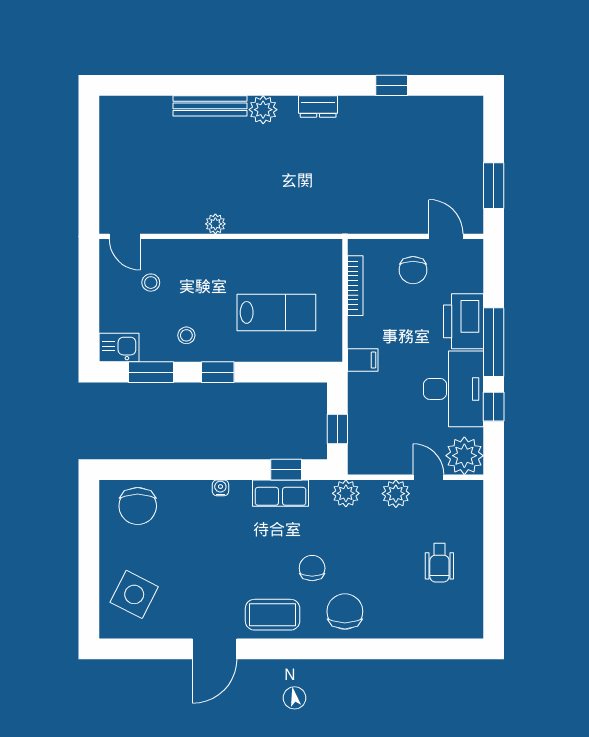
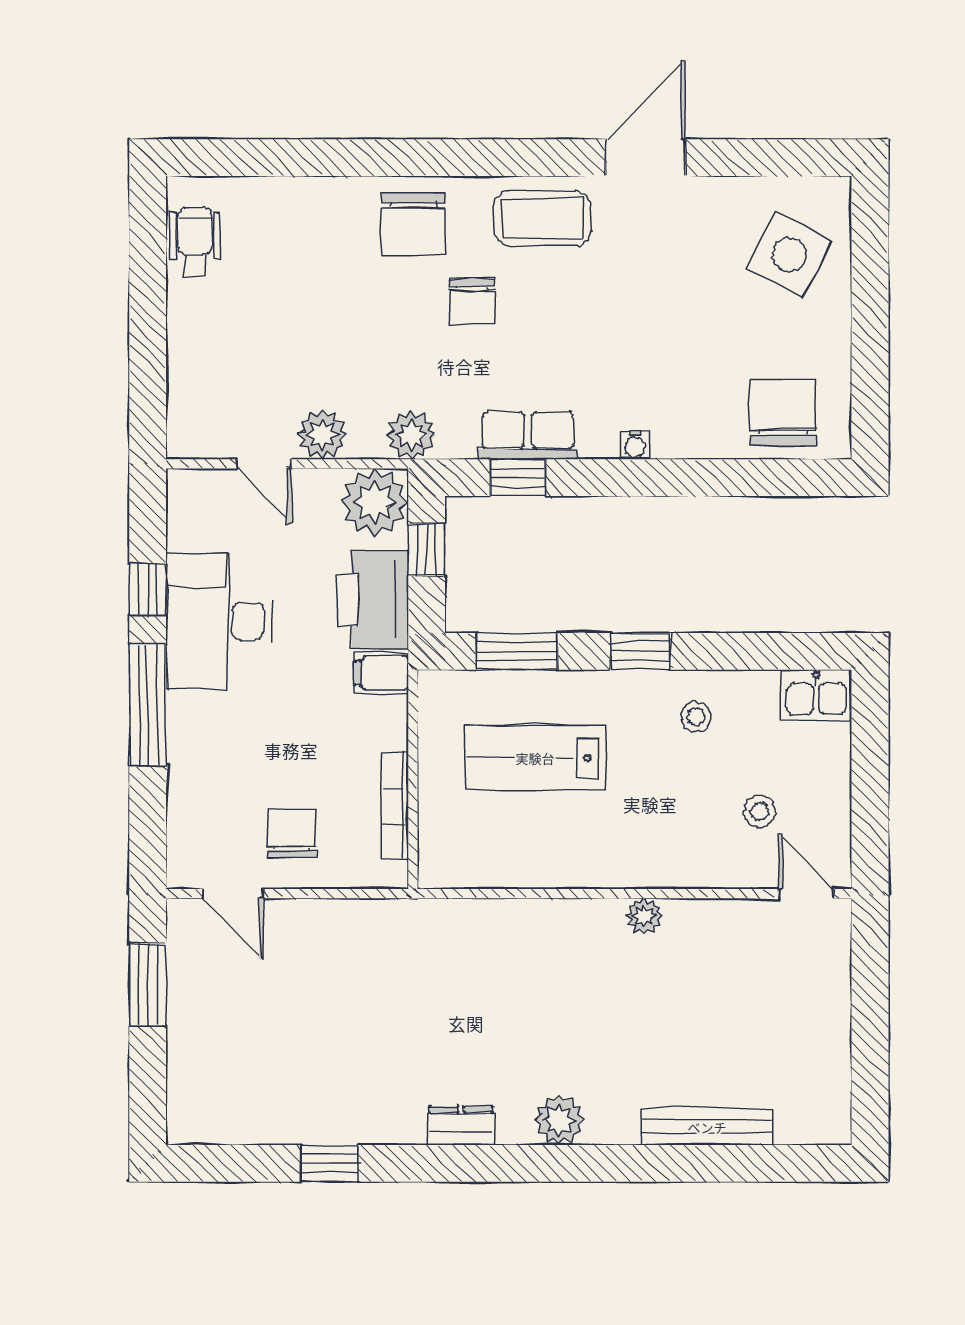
bench: (210, 106) -> (707, 1127), moved
printer: (464, 321) -> (373, 600), moved, turned 180
window: (151, 372) -> (517, 651), moved
plant: (464, 456) -> (375, 502), moved
wheelchair: (439, 563) -> (195, 241), moved

